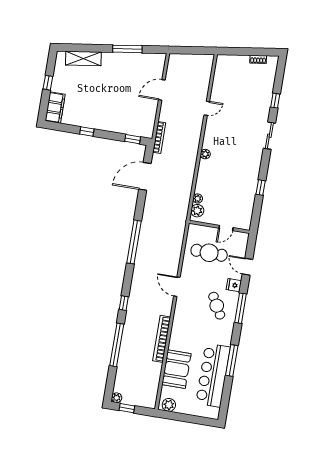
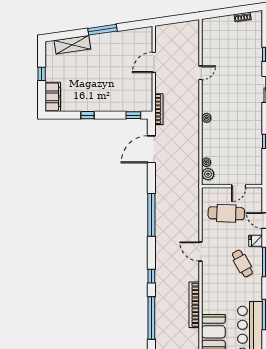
window: (127, 49) -> (103, 30), moved

